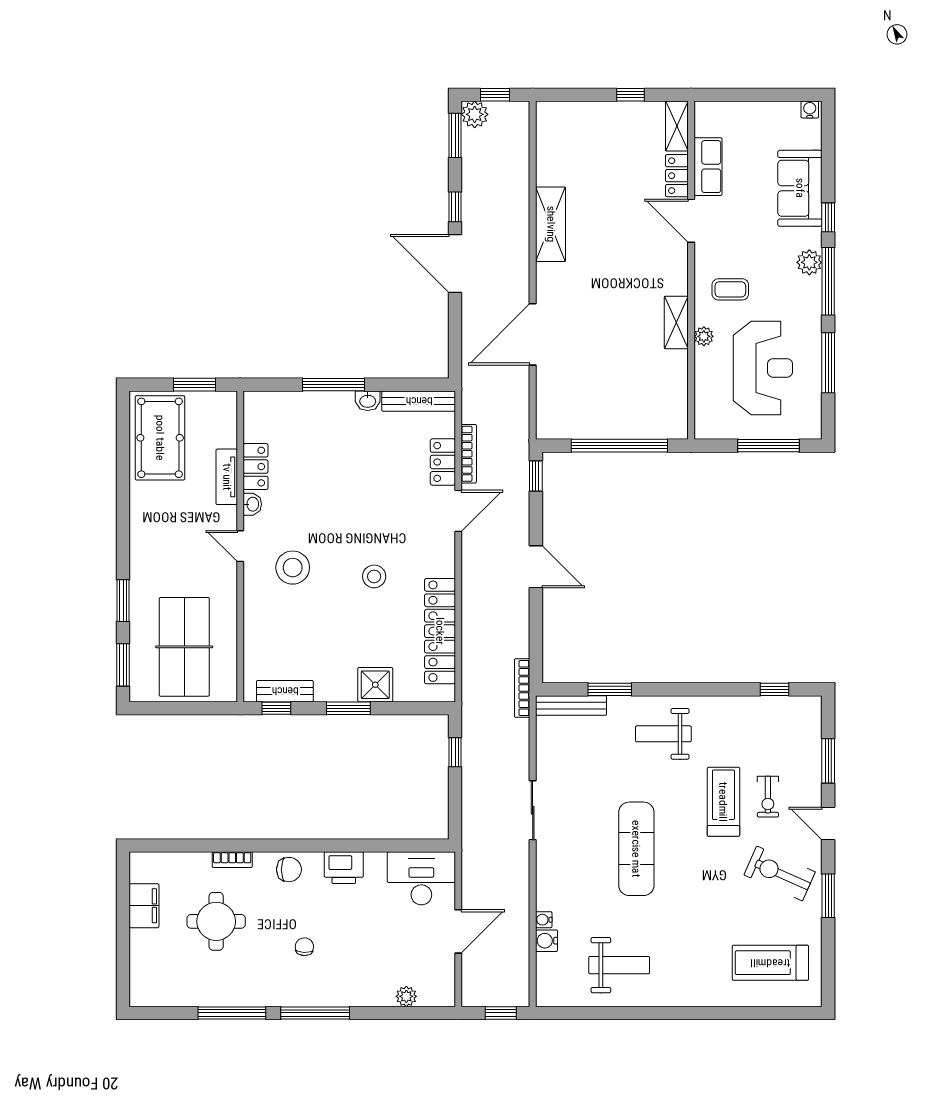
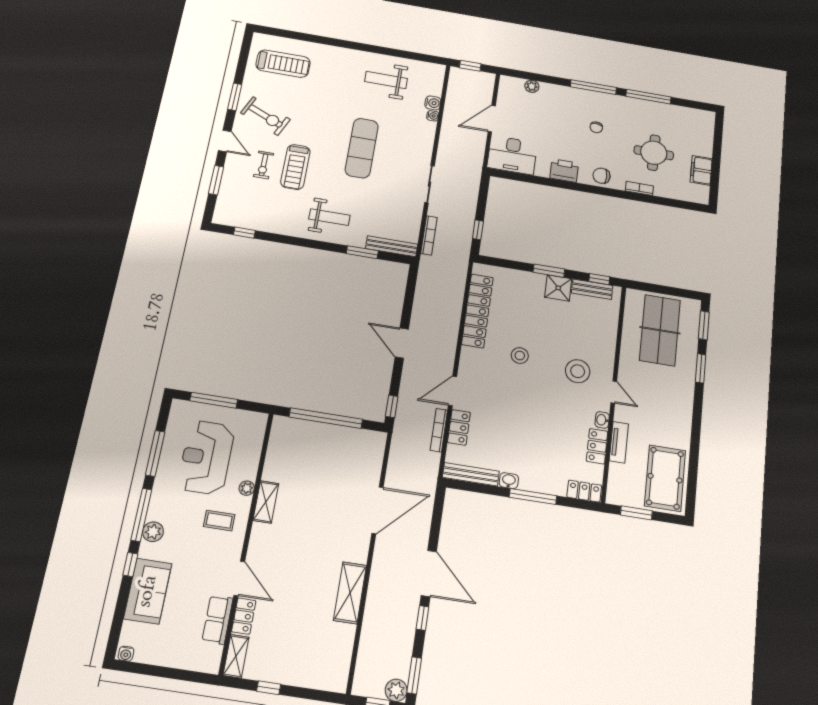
locker: (267, 403) -> (584, 491), added
shower: (375, 685) -> (558, 288), moved
bookcase: (522, 688) -> (429, 235), moved
exercise bike: (768, 797) -> (264, 165), turned 180

